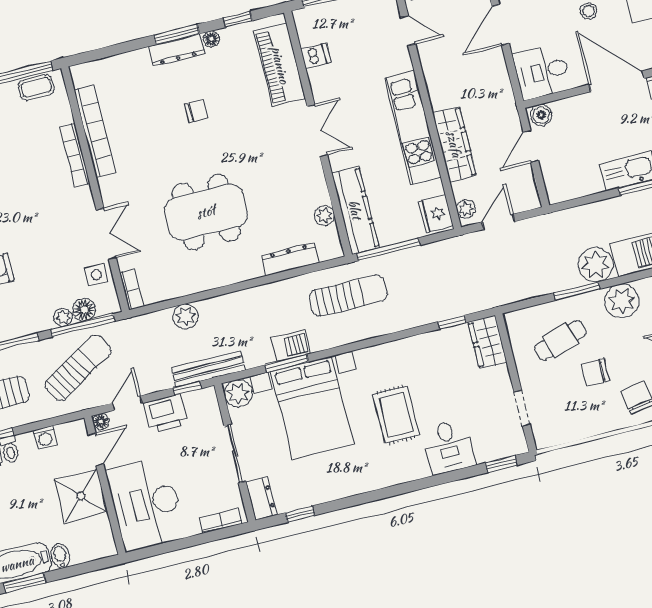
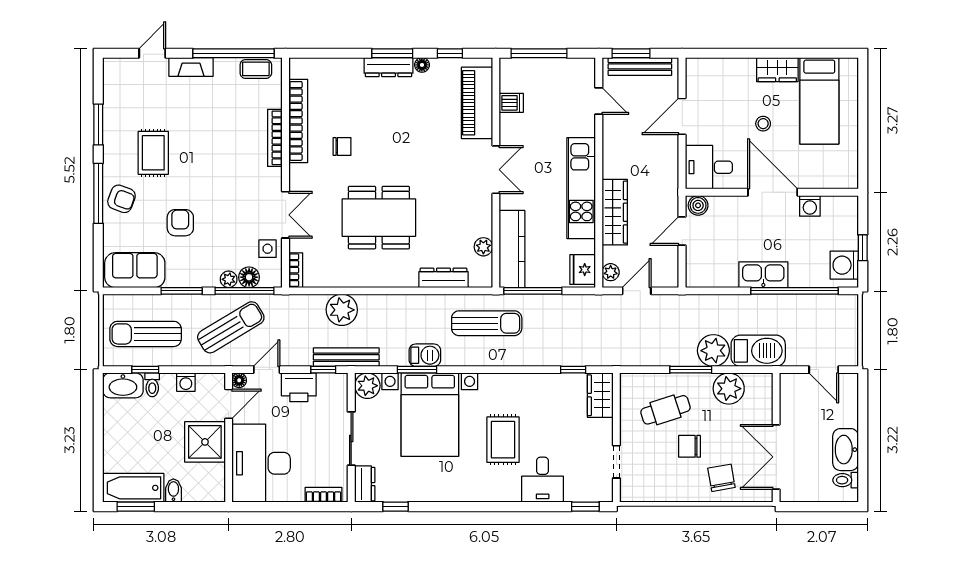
chair: (196, 111) -> (342, 147), moved
plant: (185, 316) -> (342, 310), width x1.36, depth x1.36

